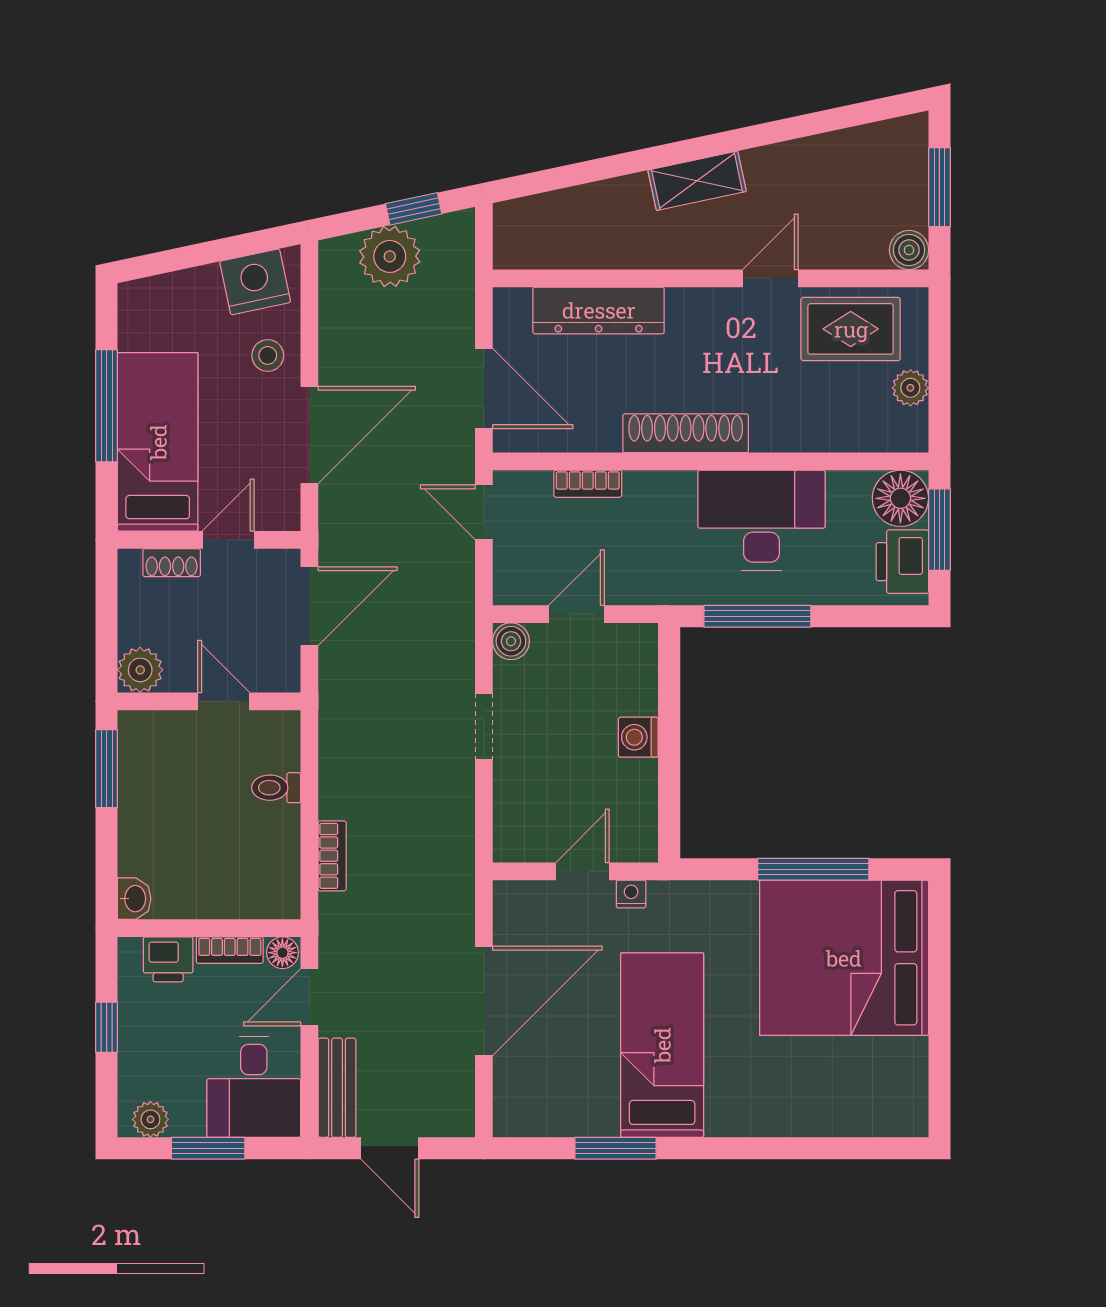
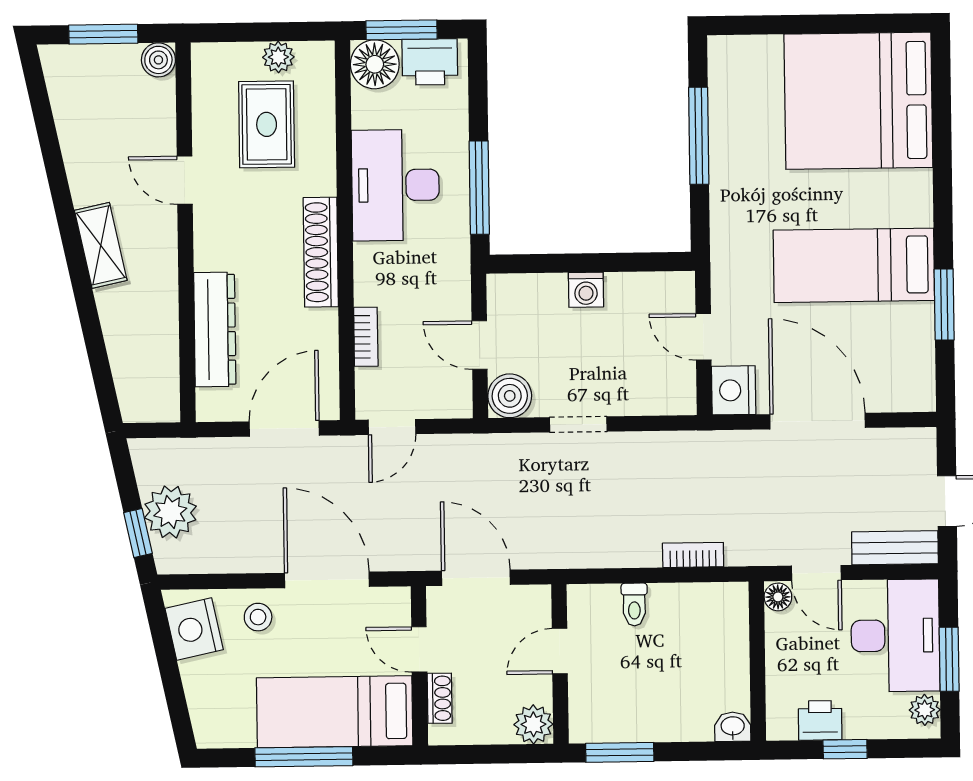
window: (414, 209) -> (138, 533), moved
rug: (851, 329) -> (267, 124), moved
boiler: (511, 641) -> (510, 396), width x1.36, depth x1.36
nightstand: (631, 894) -> (734, 390), moved, width x1.89, depth x1.79
bookcase: (230, 950) -> (776, 643), removed
bed: (844, 958) -> (858, 101), moved, turned 90
printer: (168, 959) -> (820, 720), moved, turned -90
desk: (254, 1087) -> (895, 636), width x1.37

